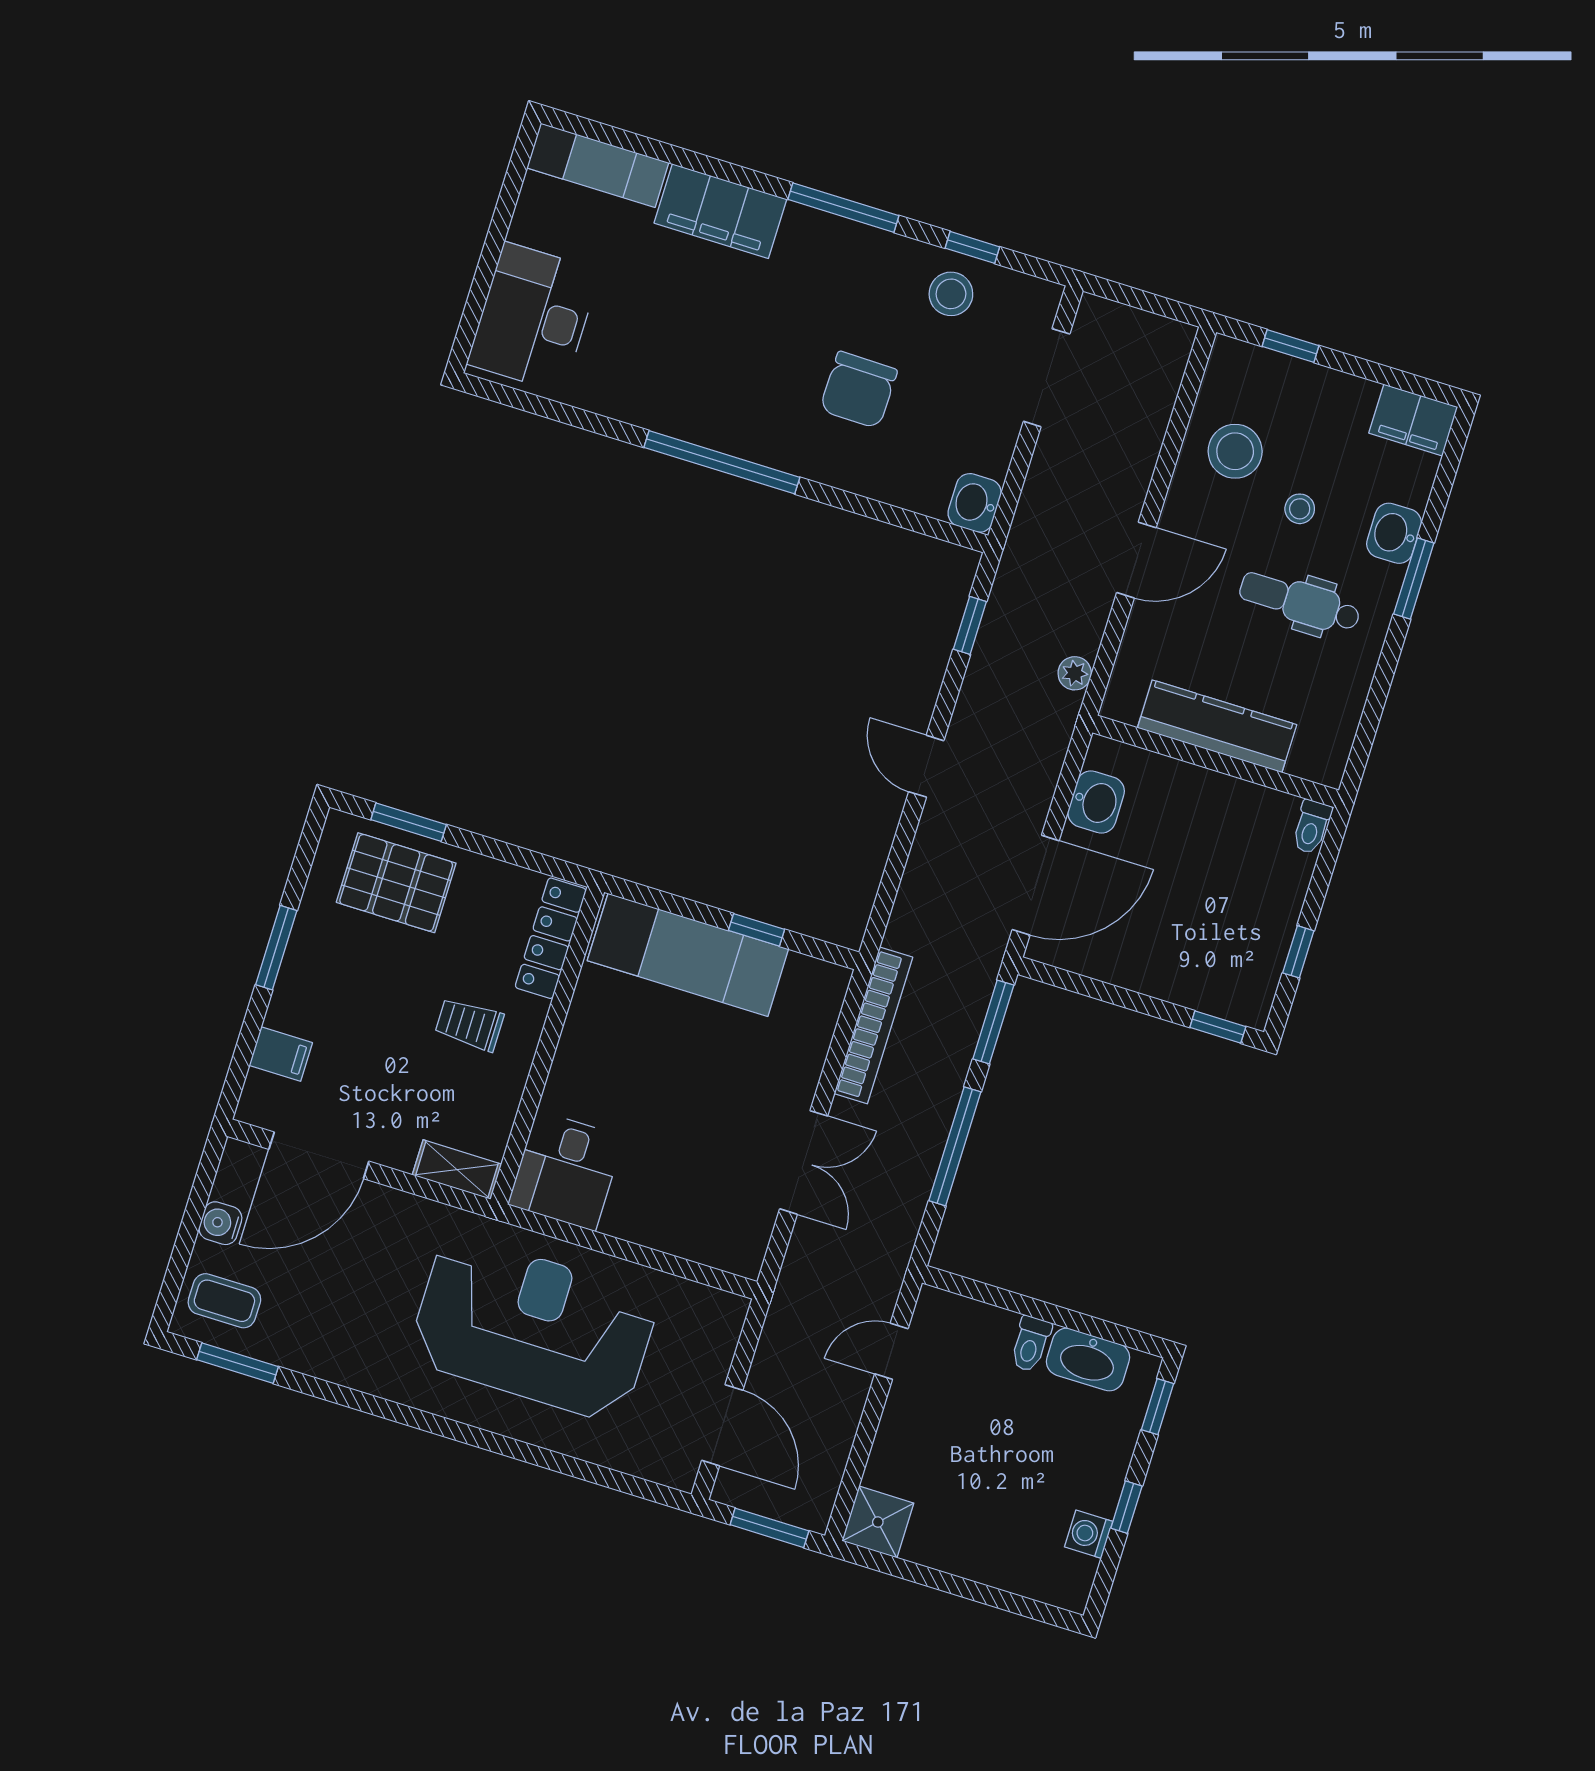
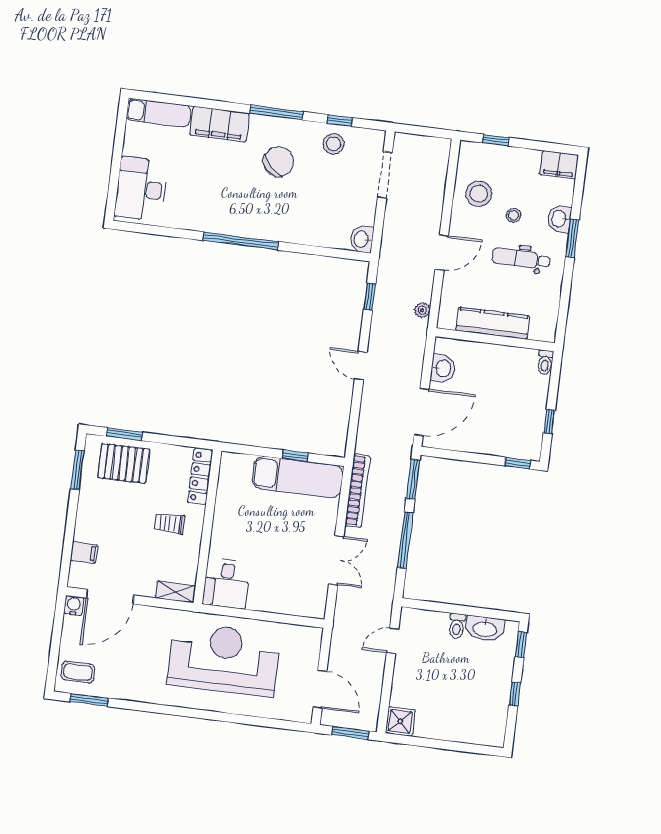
chair: (859, 390) -> (278, 161), moved, turned -136
window: (276, 948) -> (77, 470), moved
exam couch: (688, 955) -> (298, 477), moved
water cooler: (220, 1223) -> (74, 605), moved, turned 90
washing machine: (1089, 1534) -> (499, 710), removed

